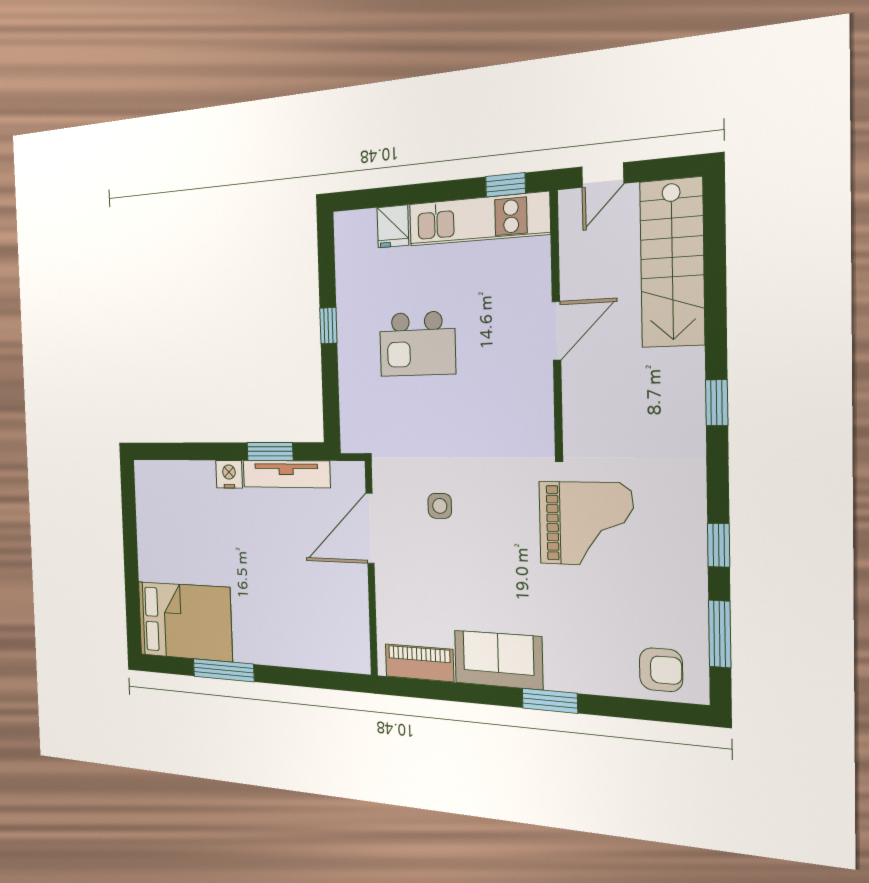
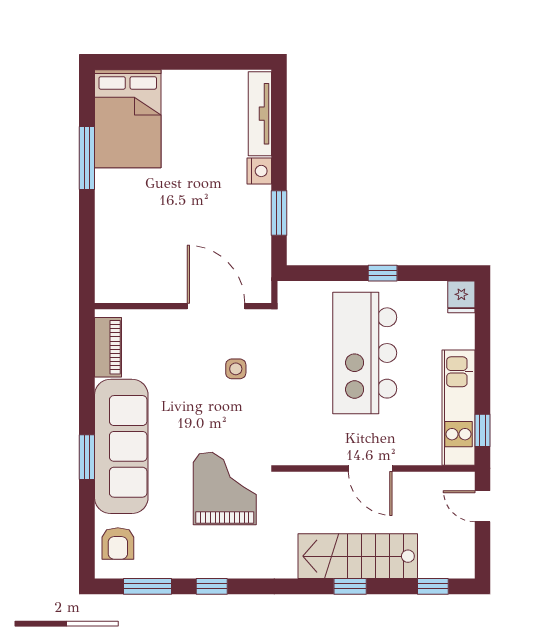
fridge: (393, 226) -> (461, 297), moved, turned -90
window: (714, 235) -> (433, 586), added
stairs: (672, 263) -> (358, 556), moved
kitchen island: (417, 344) -> (365, 353), width x1.87, depth x1.28
window: (717, 403) -> (350, 586), moved
tv unit: (286, 474) -> (260, 114), moved
grand piano: (586, 524) -> (225, 488), turned 180
sofa: (498, 660) -> (121, 446), width x1.85, depth x1.27

